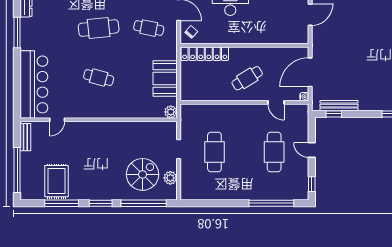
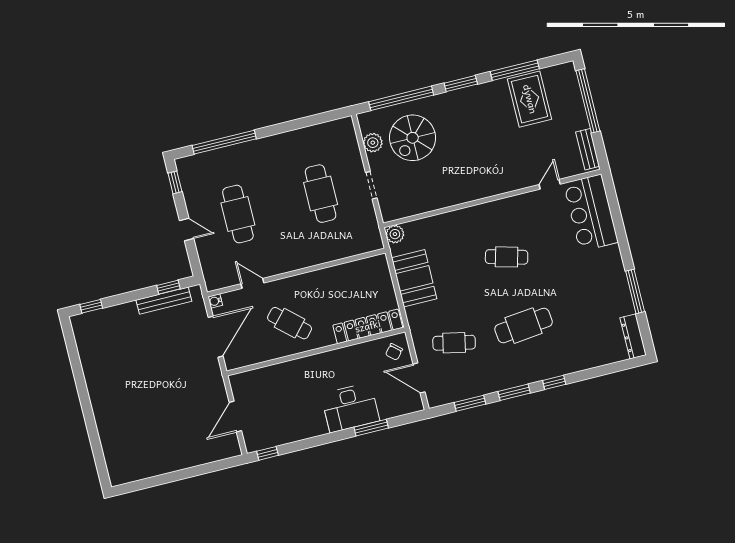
cafe table: (247, 78) -> (290, 323), moved, turned 74
bar counter: (34, 84) -> (591, 213), width x0.73

